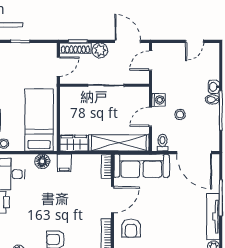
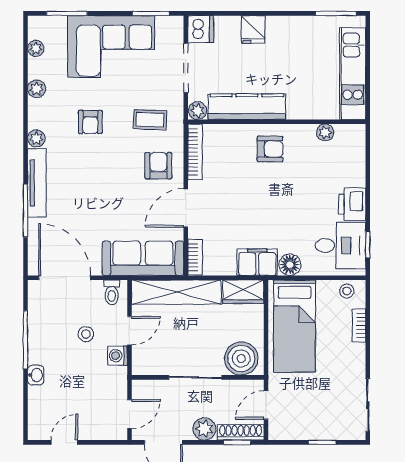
boiler: (75, 98) -> (241, 359), added
bidet: (212, 99) -> (38, 356), removed
filing cabinet: (64, 163) -> (257, 262), width x2.00

